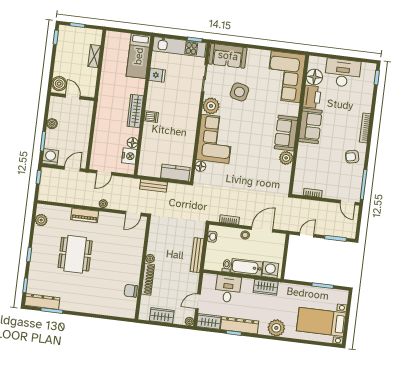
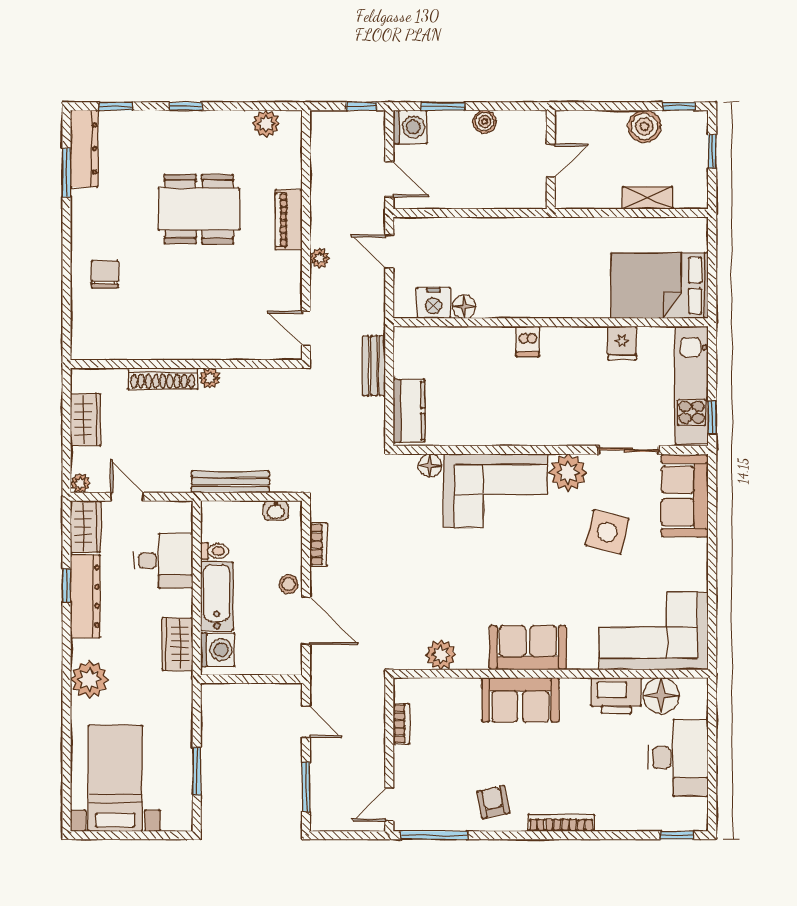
bed: (139, 56) -> (660, 286), width x1.50
boiler: (59, 84) -> (644, 126), moved
wardrobe: (135, 111) -> (536, 304), removed
sofa: (310, 126) -> (520, 700), moved
plant: (286, 158) -> (441, 655), moved
chair: (131, 291) -> (105, 274), moved

